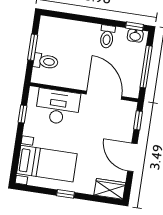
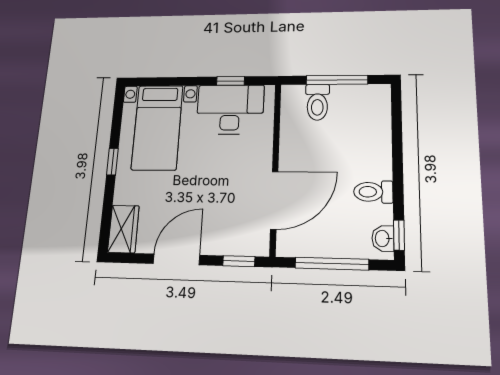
window: (33, 47) -> (337, 80), width x1.44
desk: (58, 107) -> (230, 109), moved, turned -90

